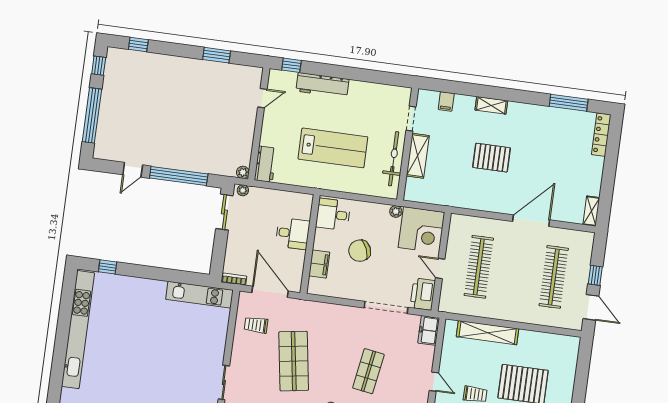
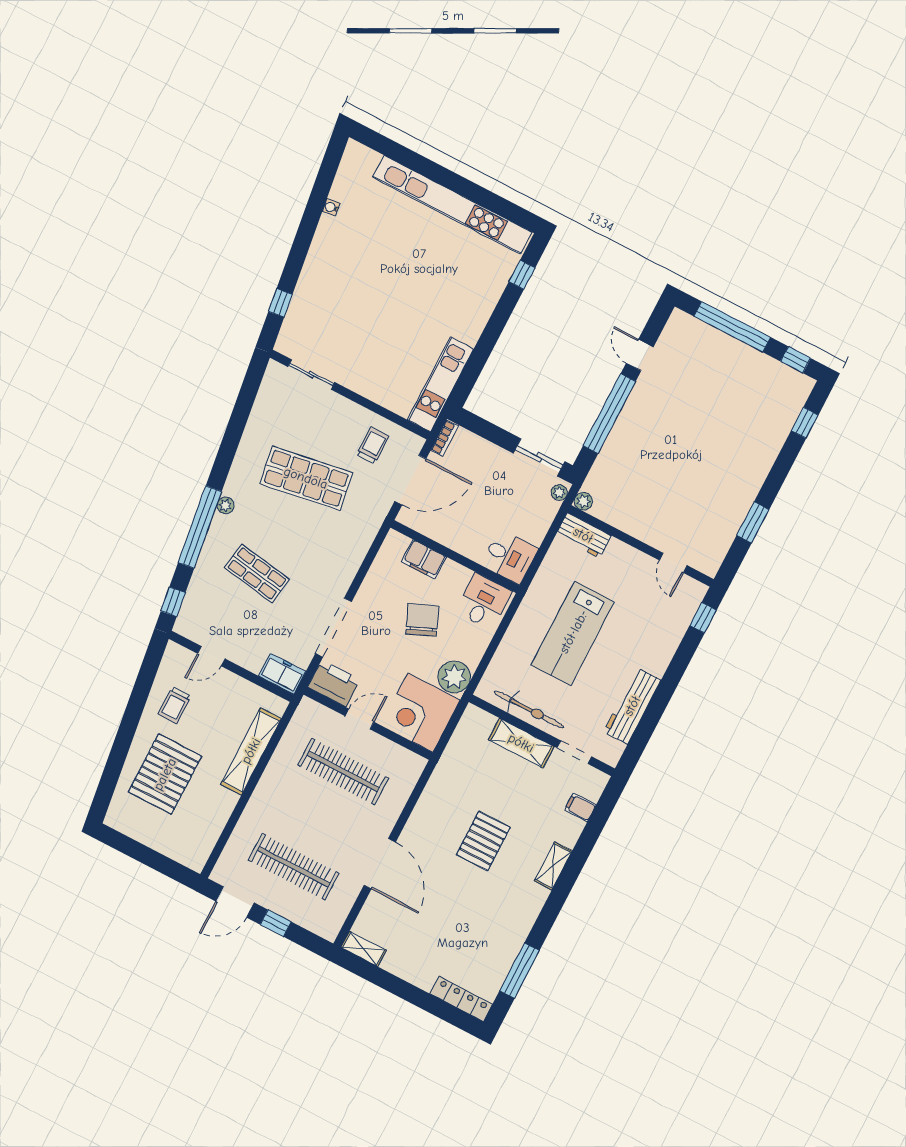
workbench: (322, 85) -> (632, 706), moved
plant: (396, 211) -> (454, 677), width x1.87, depth x1.87
desk: (293, 234) -> (510, 557), moved, turned -90

